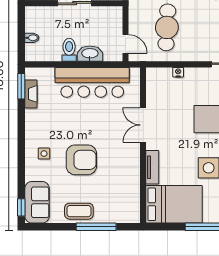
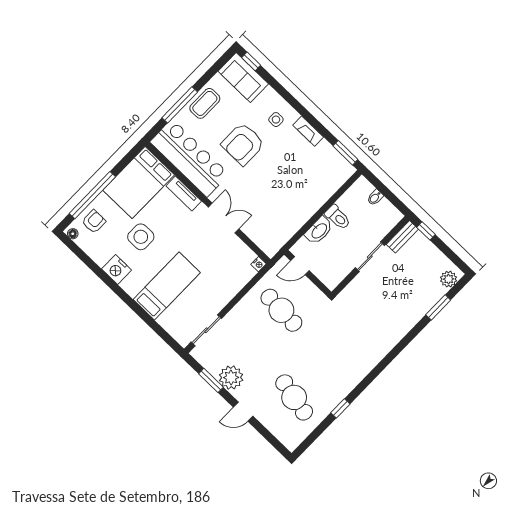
nightstand: (178, 72) -> (259, 264), moved
bar counter: (92, 82) -> (190, 158), moved, turned 90
fireplace: (31, 94) -> (308, 131), moved

